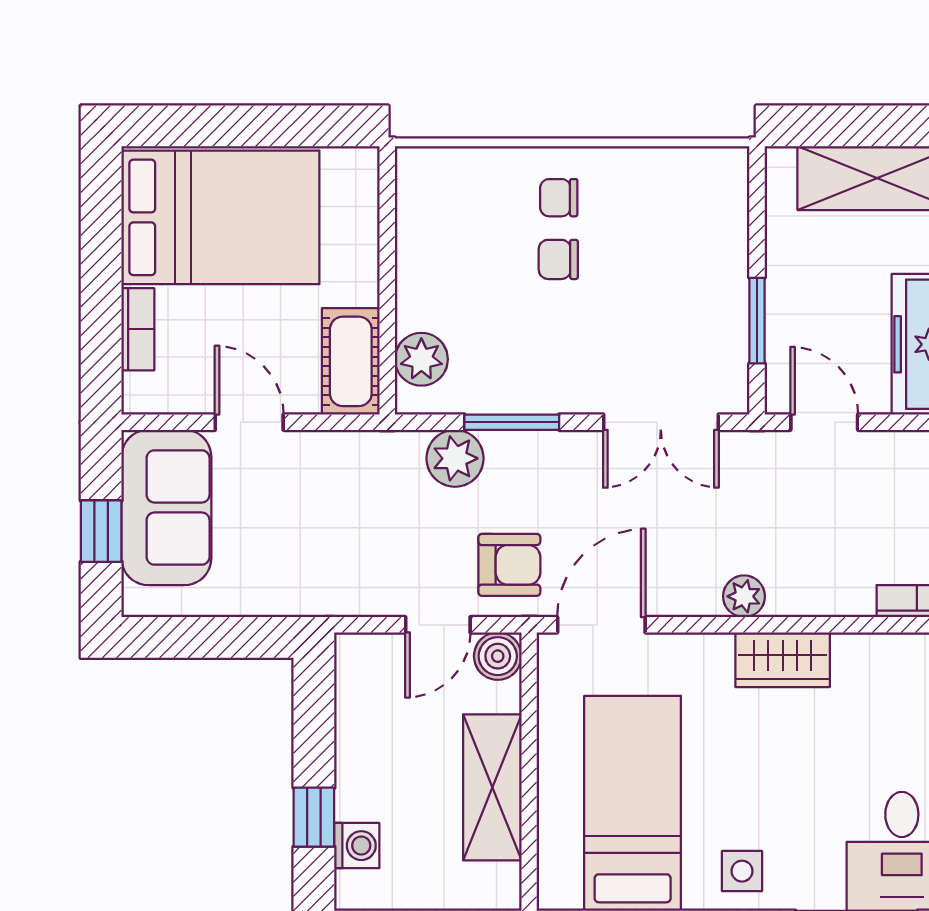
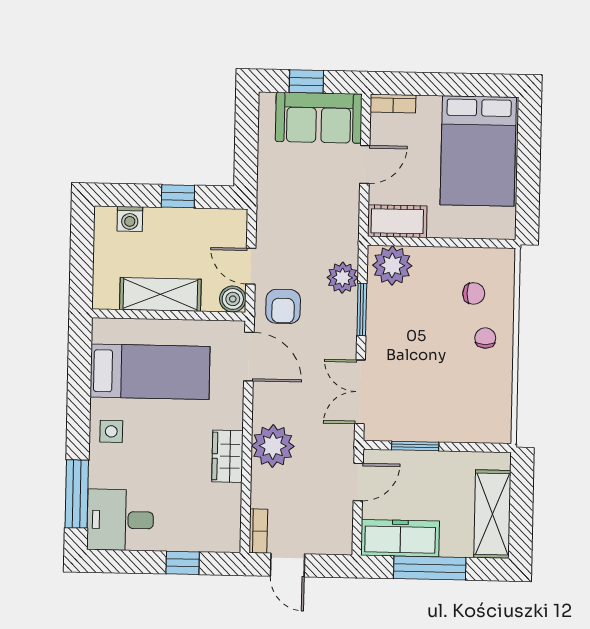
chair: (558, 259) -> (474, 293), moved, turned 90
bookcase: (138, 329) -> (393, 104), moved
plant: (421, 359) -> (392, 265), width x1.36, depth x1.36
plant: (744, 596) -> (273, 446), width x1.88, depth x1.88
window: (314, 817) -> (178, 196), moved

